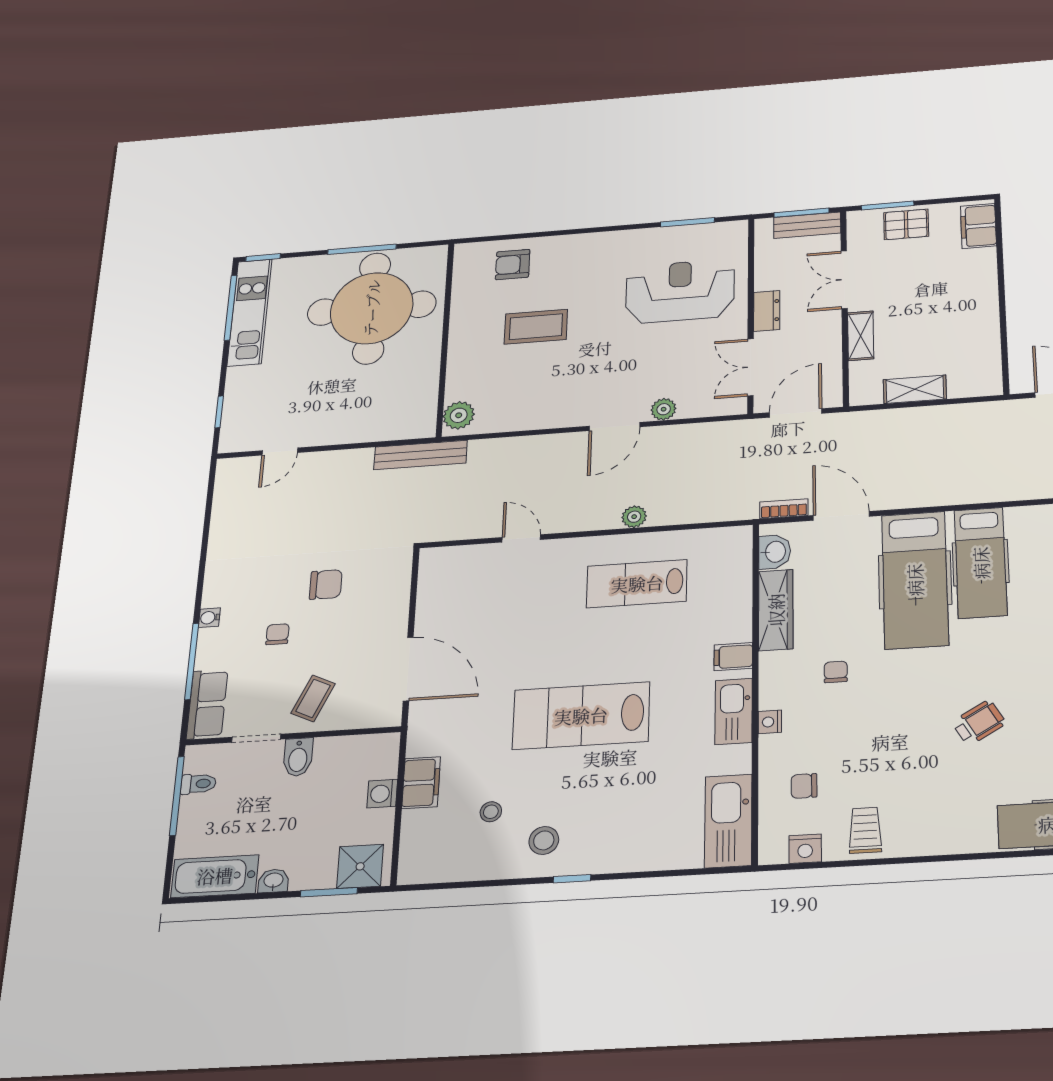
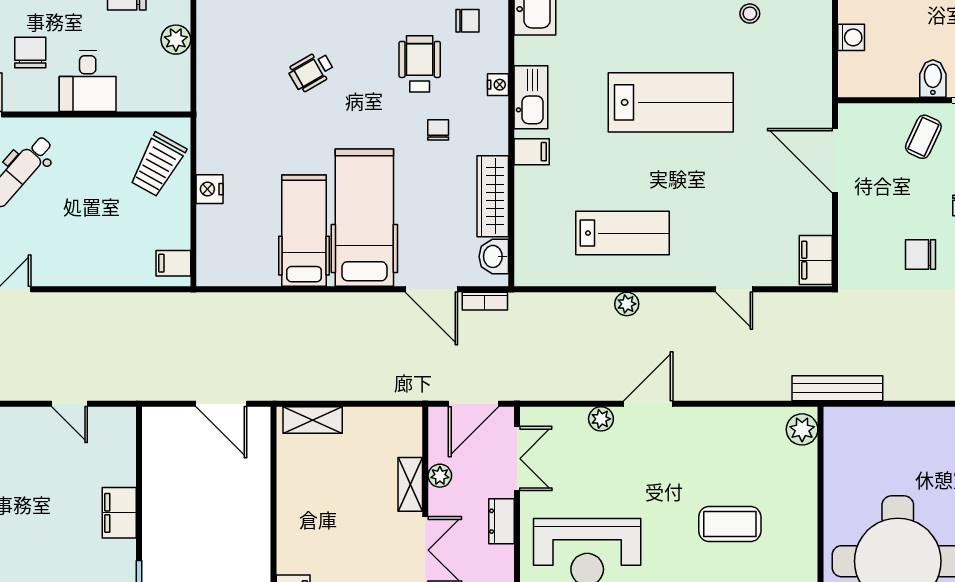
plant: (830, 346) -> (440, 476), added
shelving: (915, 389) -> (313, 420), moved
chair: (836, 672) -> (438, 130), turned 180
wheelchair: (857, 738) -> (420, 64), added
filing cabinet: (421, 783) -> (816, 260), moved

